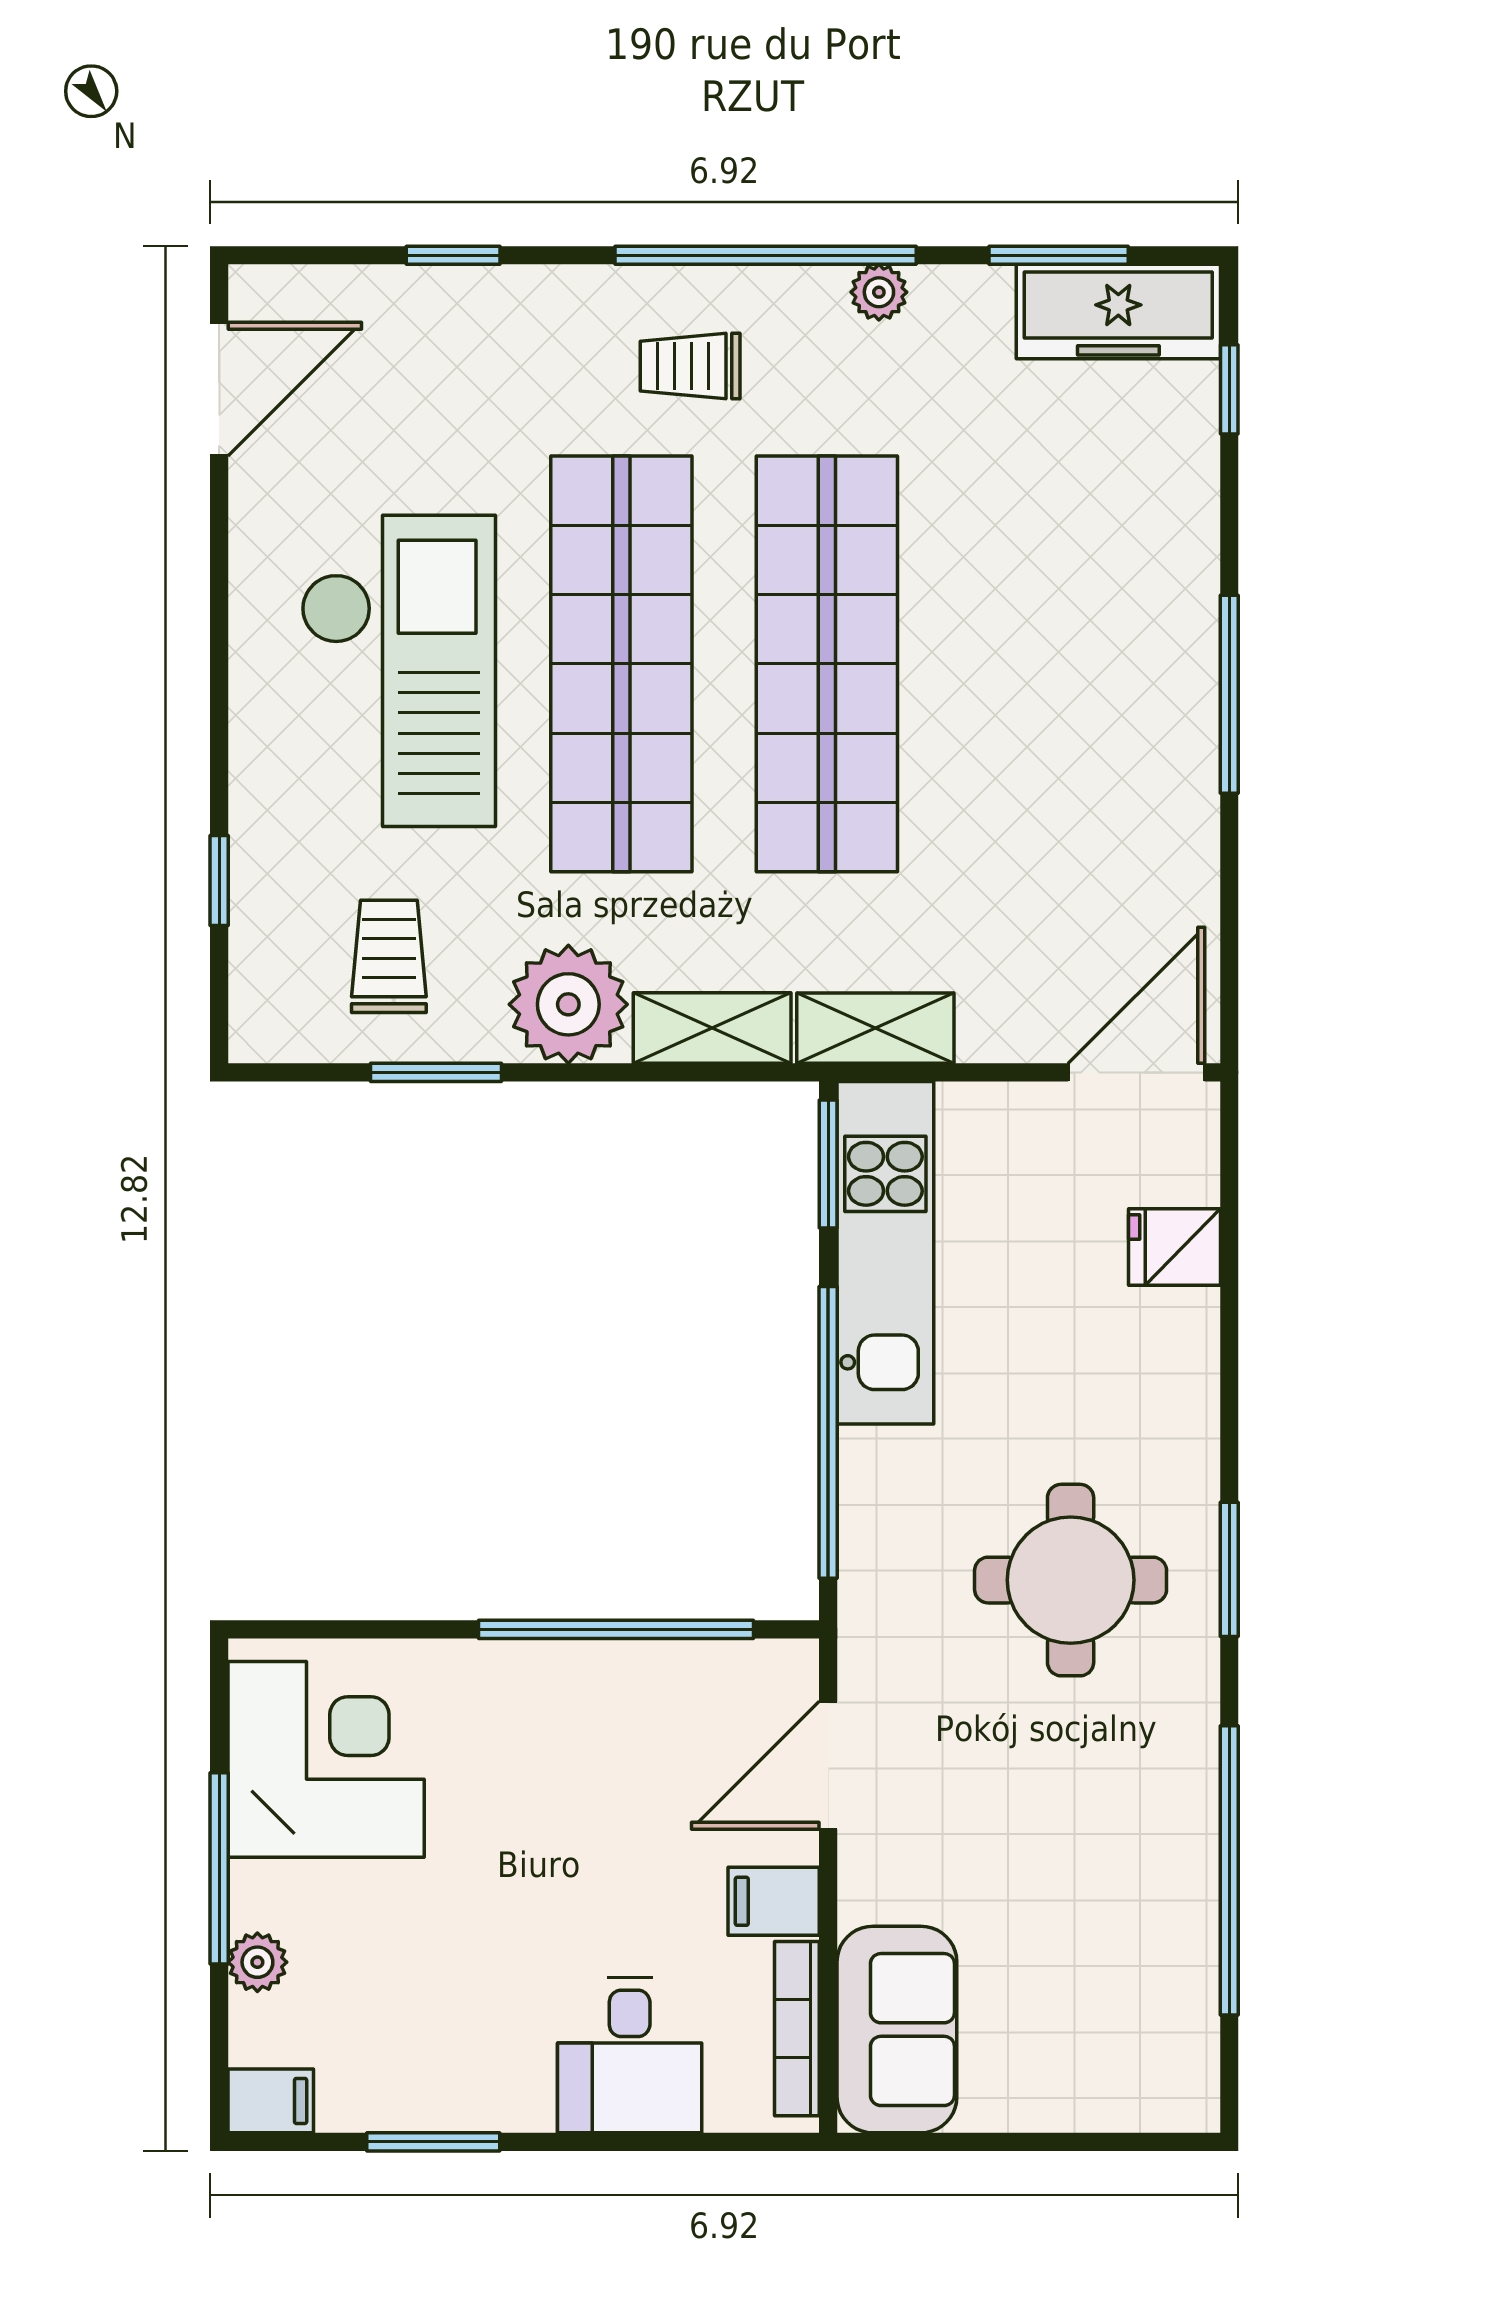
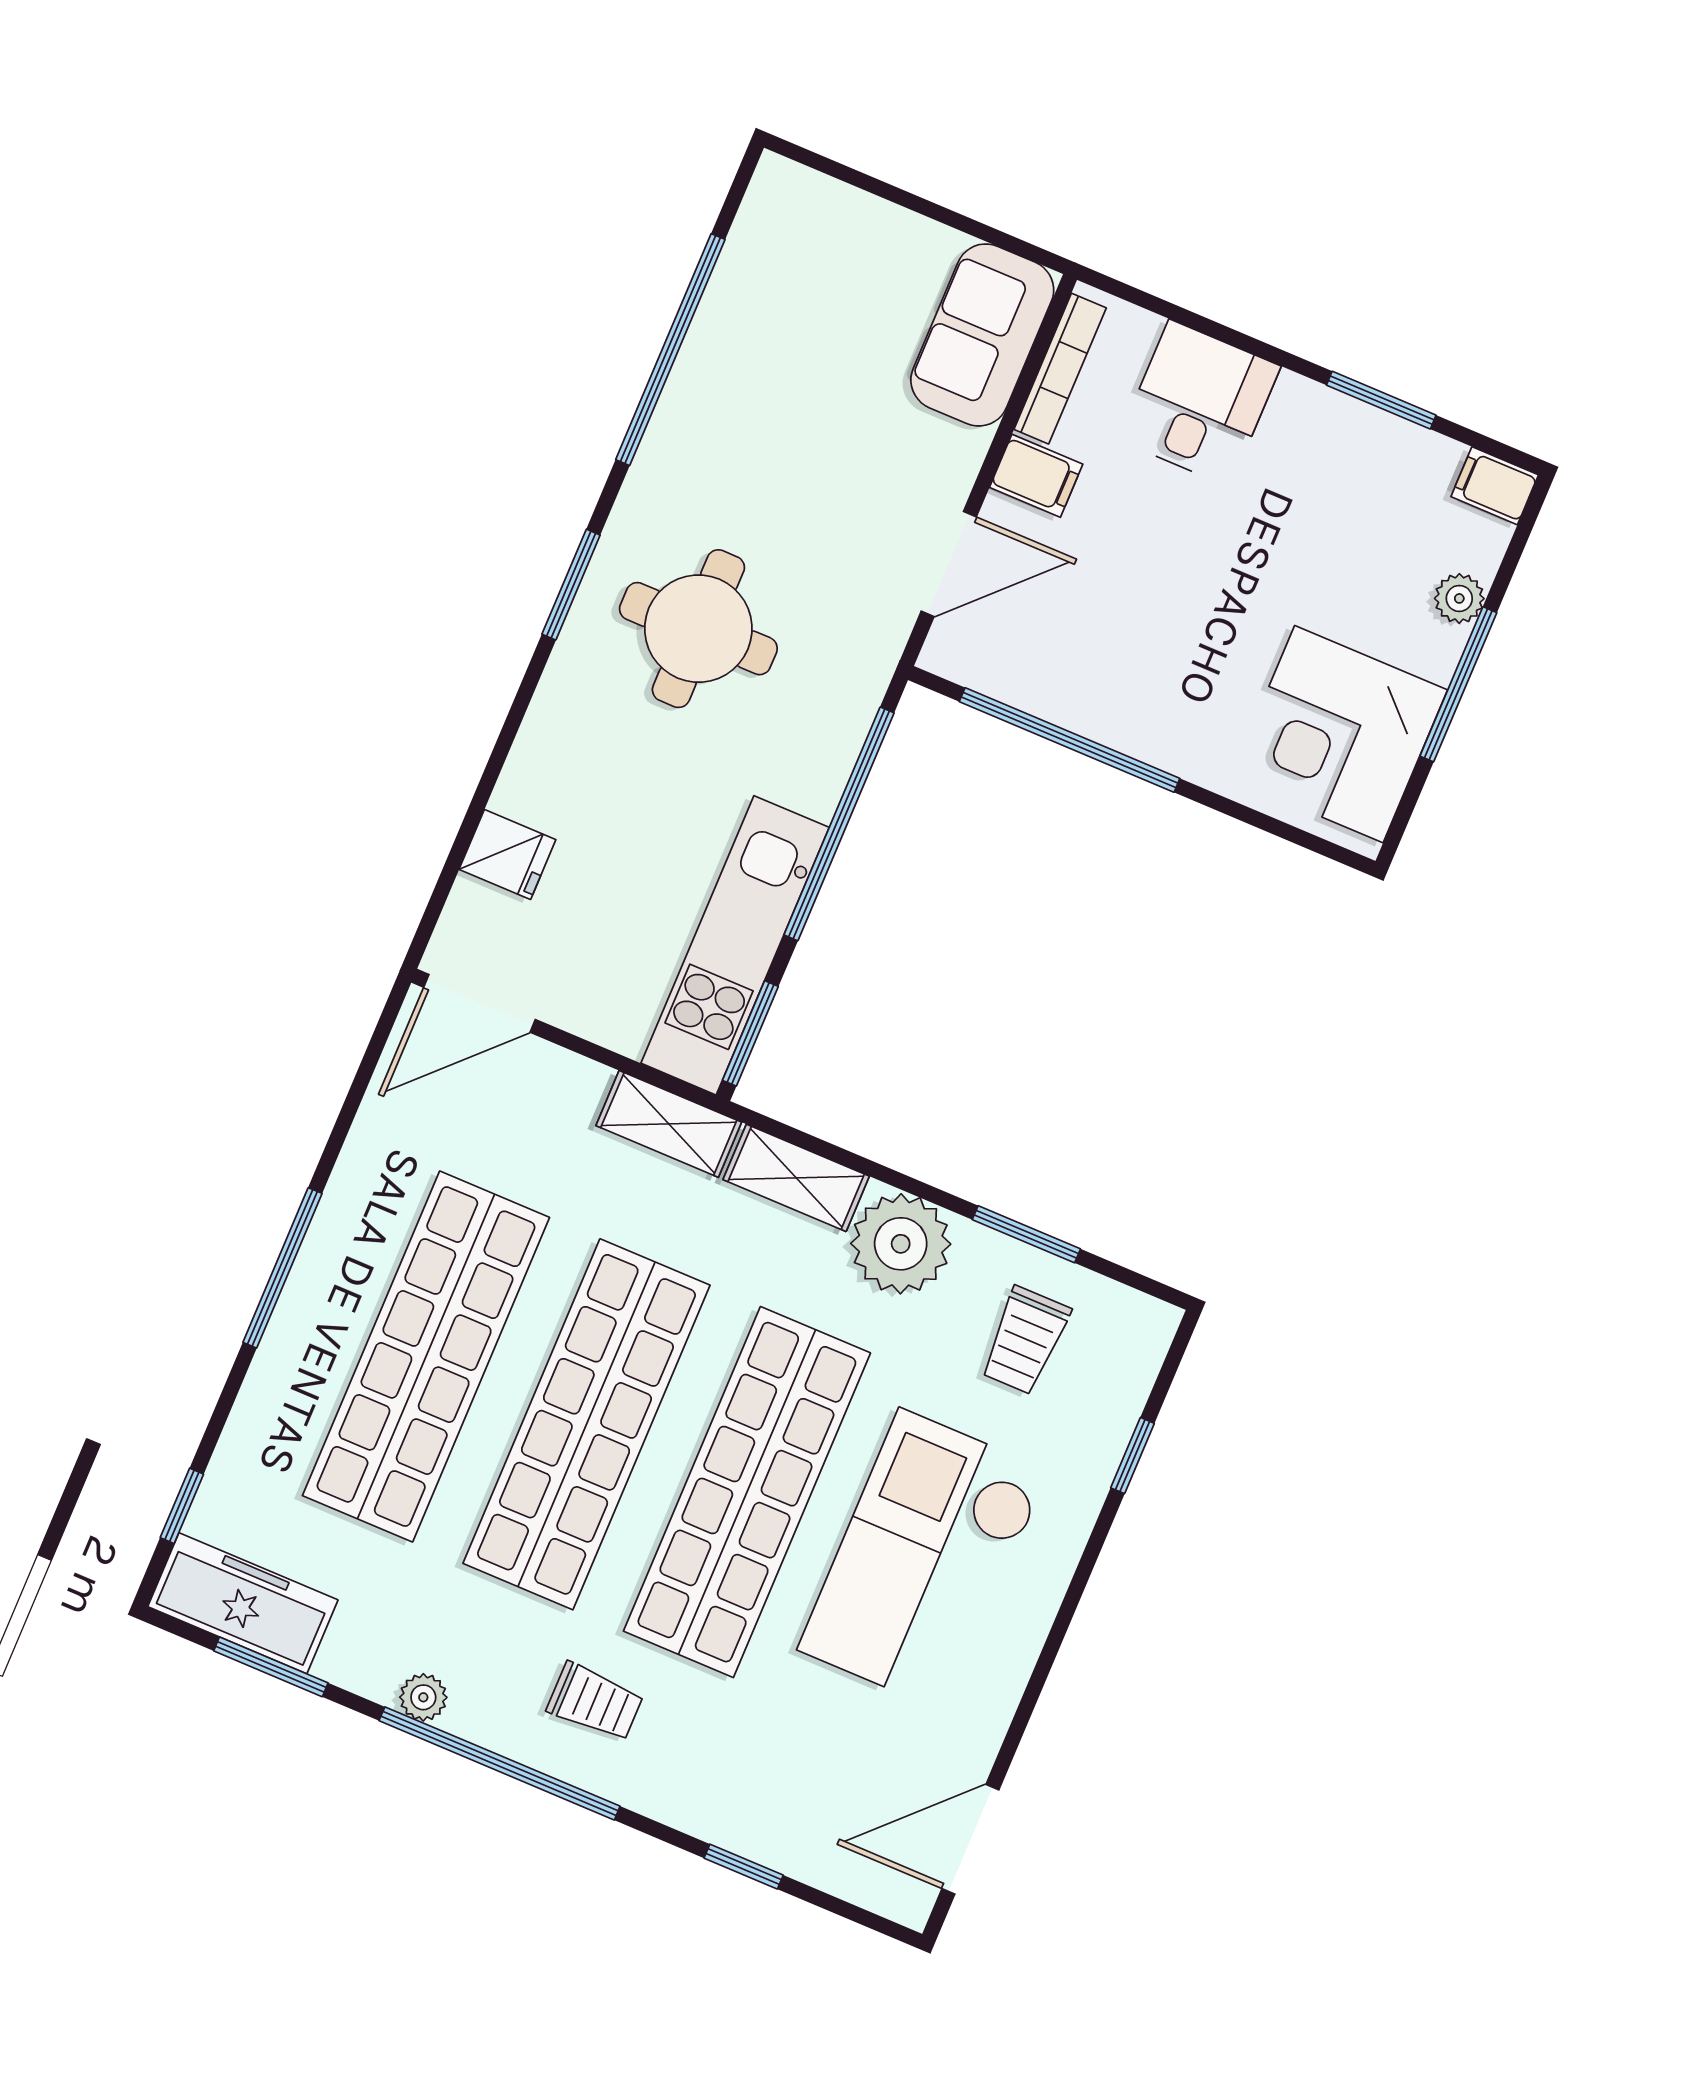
shop shelf: (1032, 664) -> (426, 1357), added

